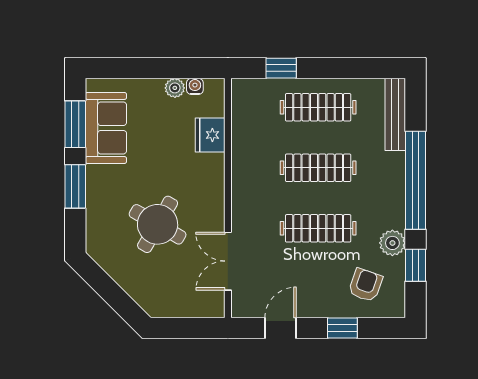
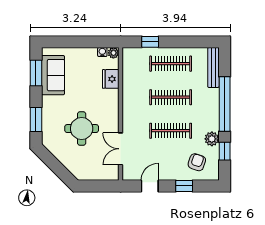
plant: (175, 88) -> (113, 53), moved
window: (75, 186) -> (36, 119), moved
round table: (158, 224) -> (82, 129), turned -30

